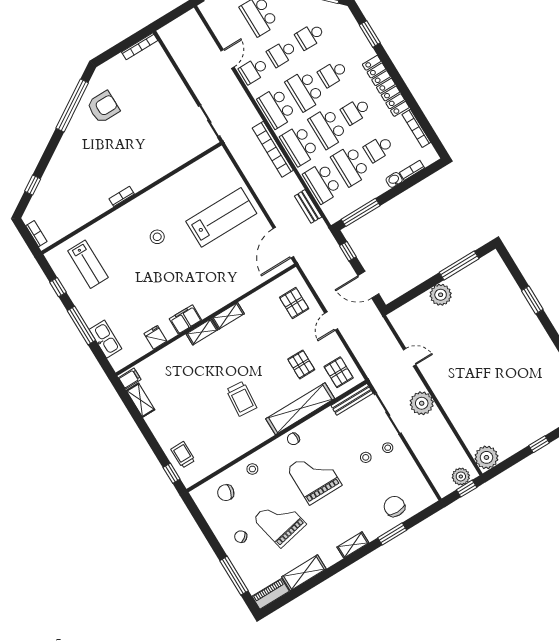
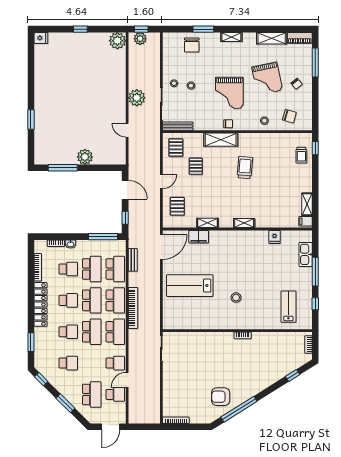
school desk: (282, 53) -> (115, 394), moved
shelving: (228, 316) -> (207, 223), moved
filing cabinet: (185, 319) -> (199, 237), moved
shelving: (300, 409) -> (221, 140), width x0.68

